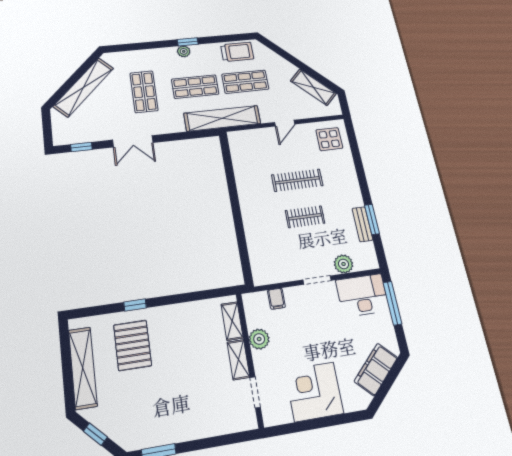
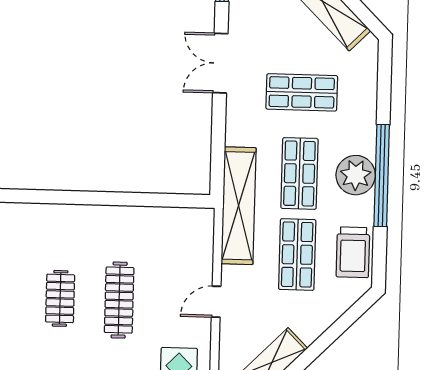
window: (188, 42) -> (382, 175), width x3.17
plant: (184, 51) -> (356, 175), width x1.88, depth x1.88
door: (285, 123) -> (216, 302), hinge flipped

